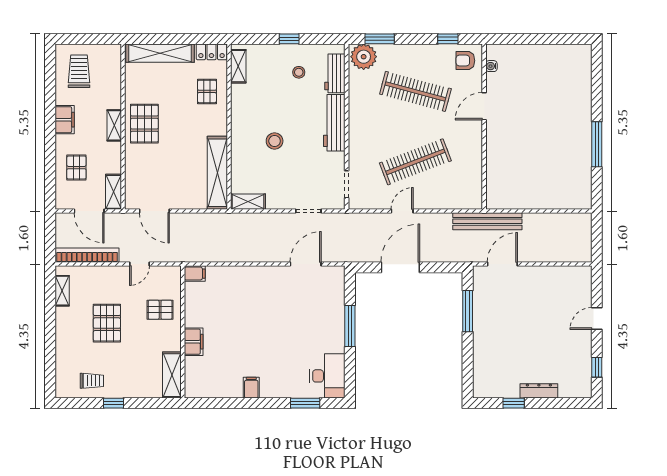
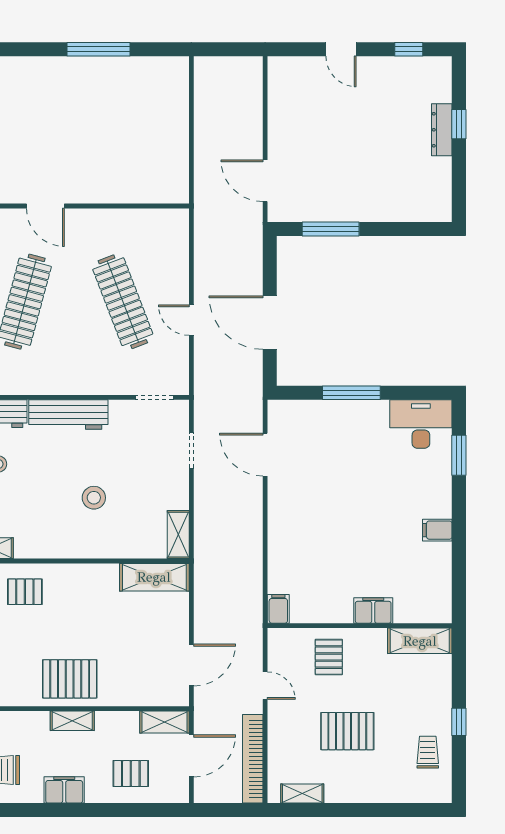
shelving: (217, 173) -> (154, 577), width x0.68
bench: (487, 221) -> (206, 201), removed
window: (514, 403) -> (459, 124), moved

